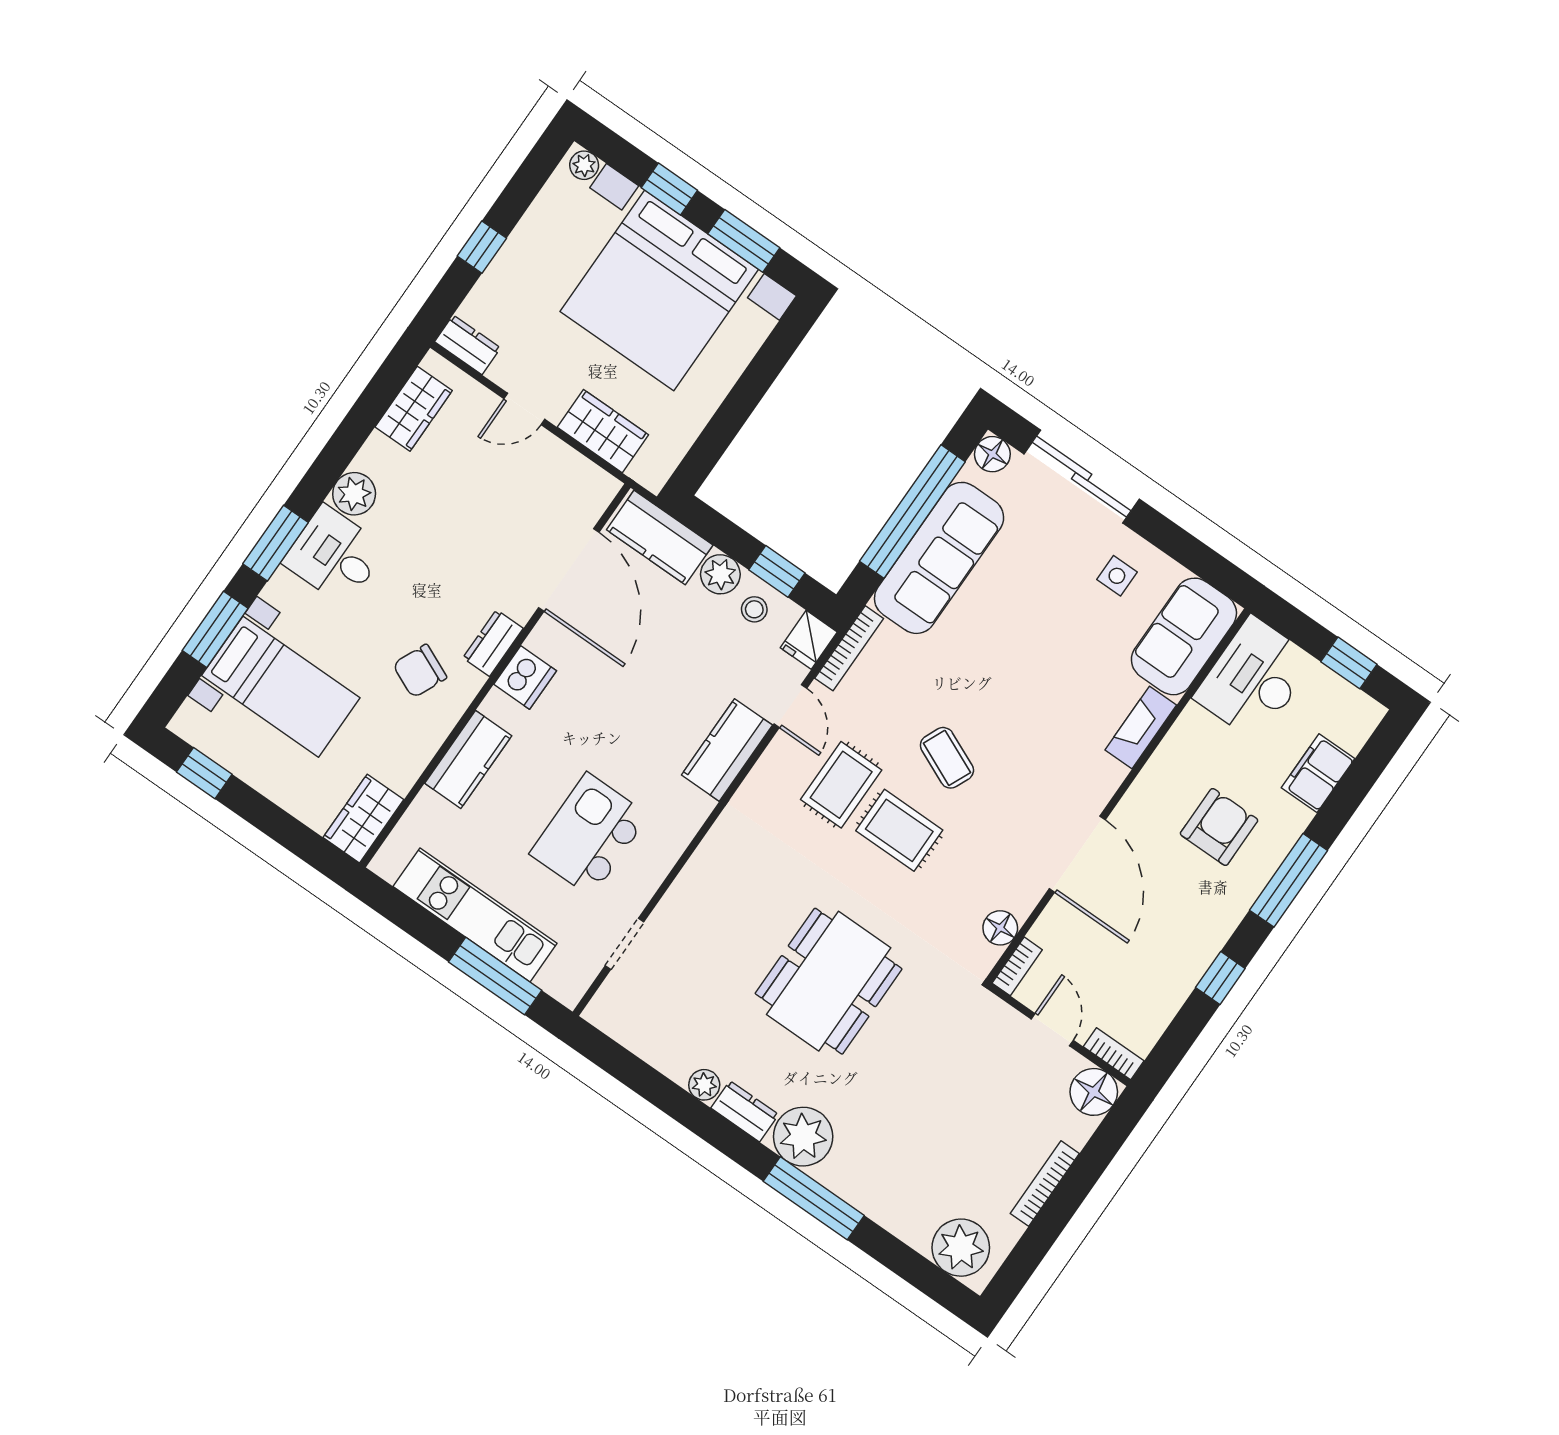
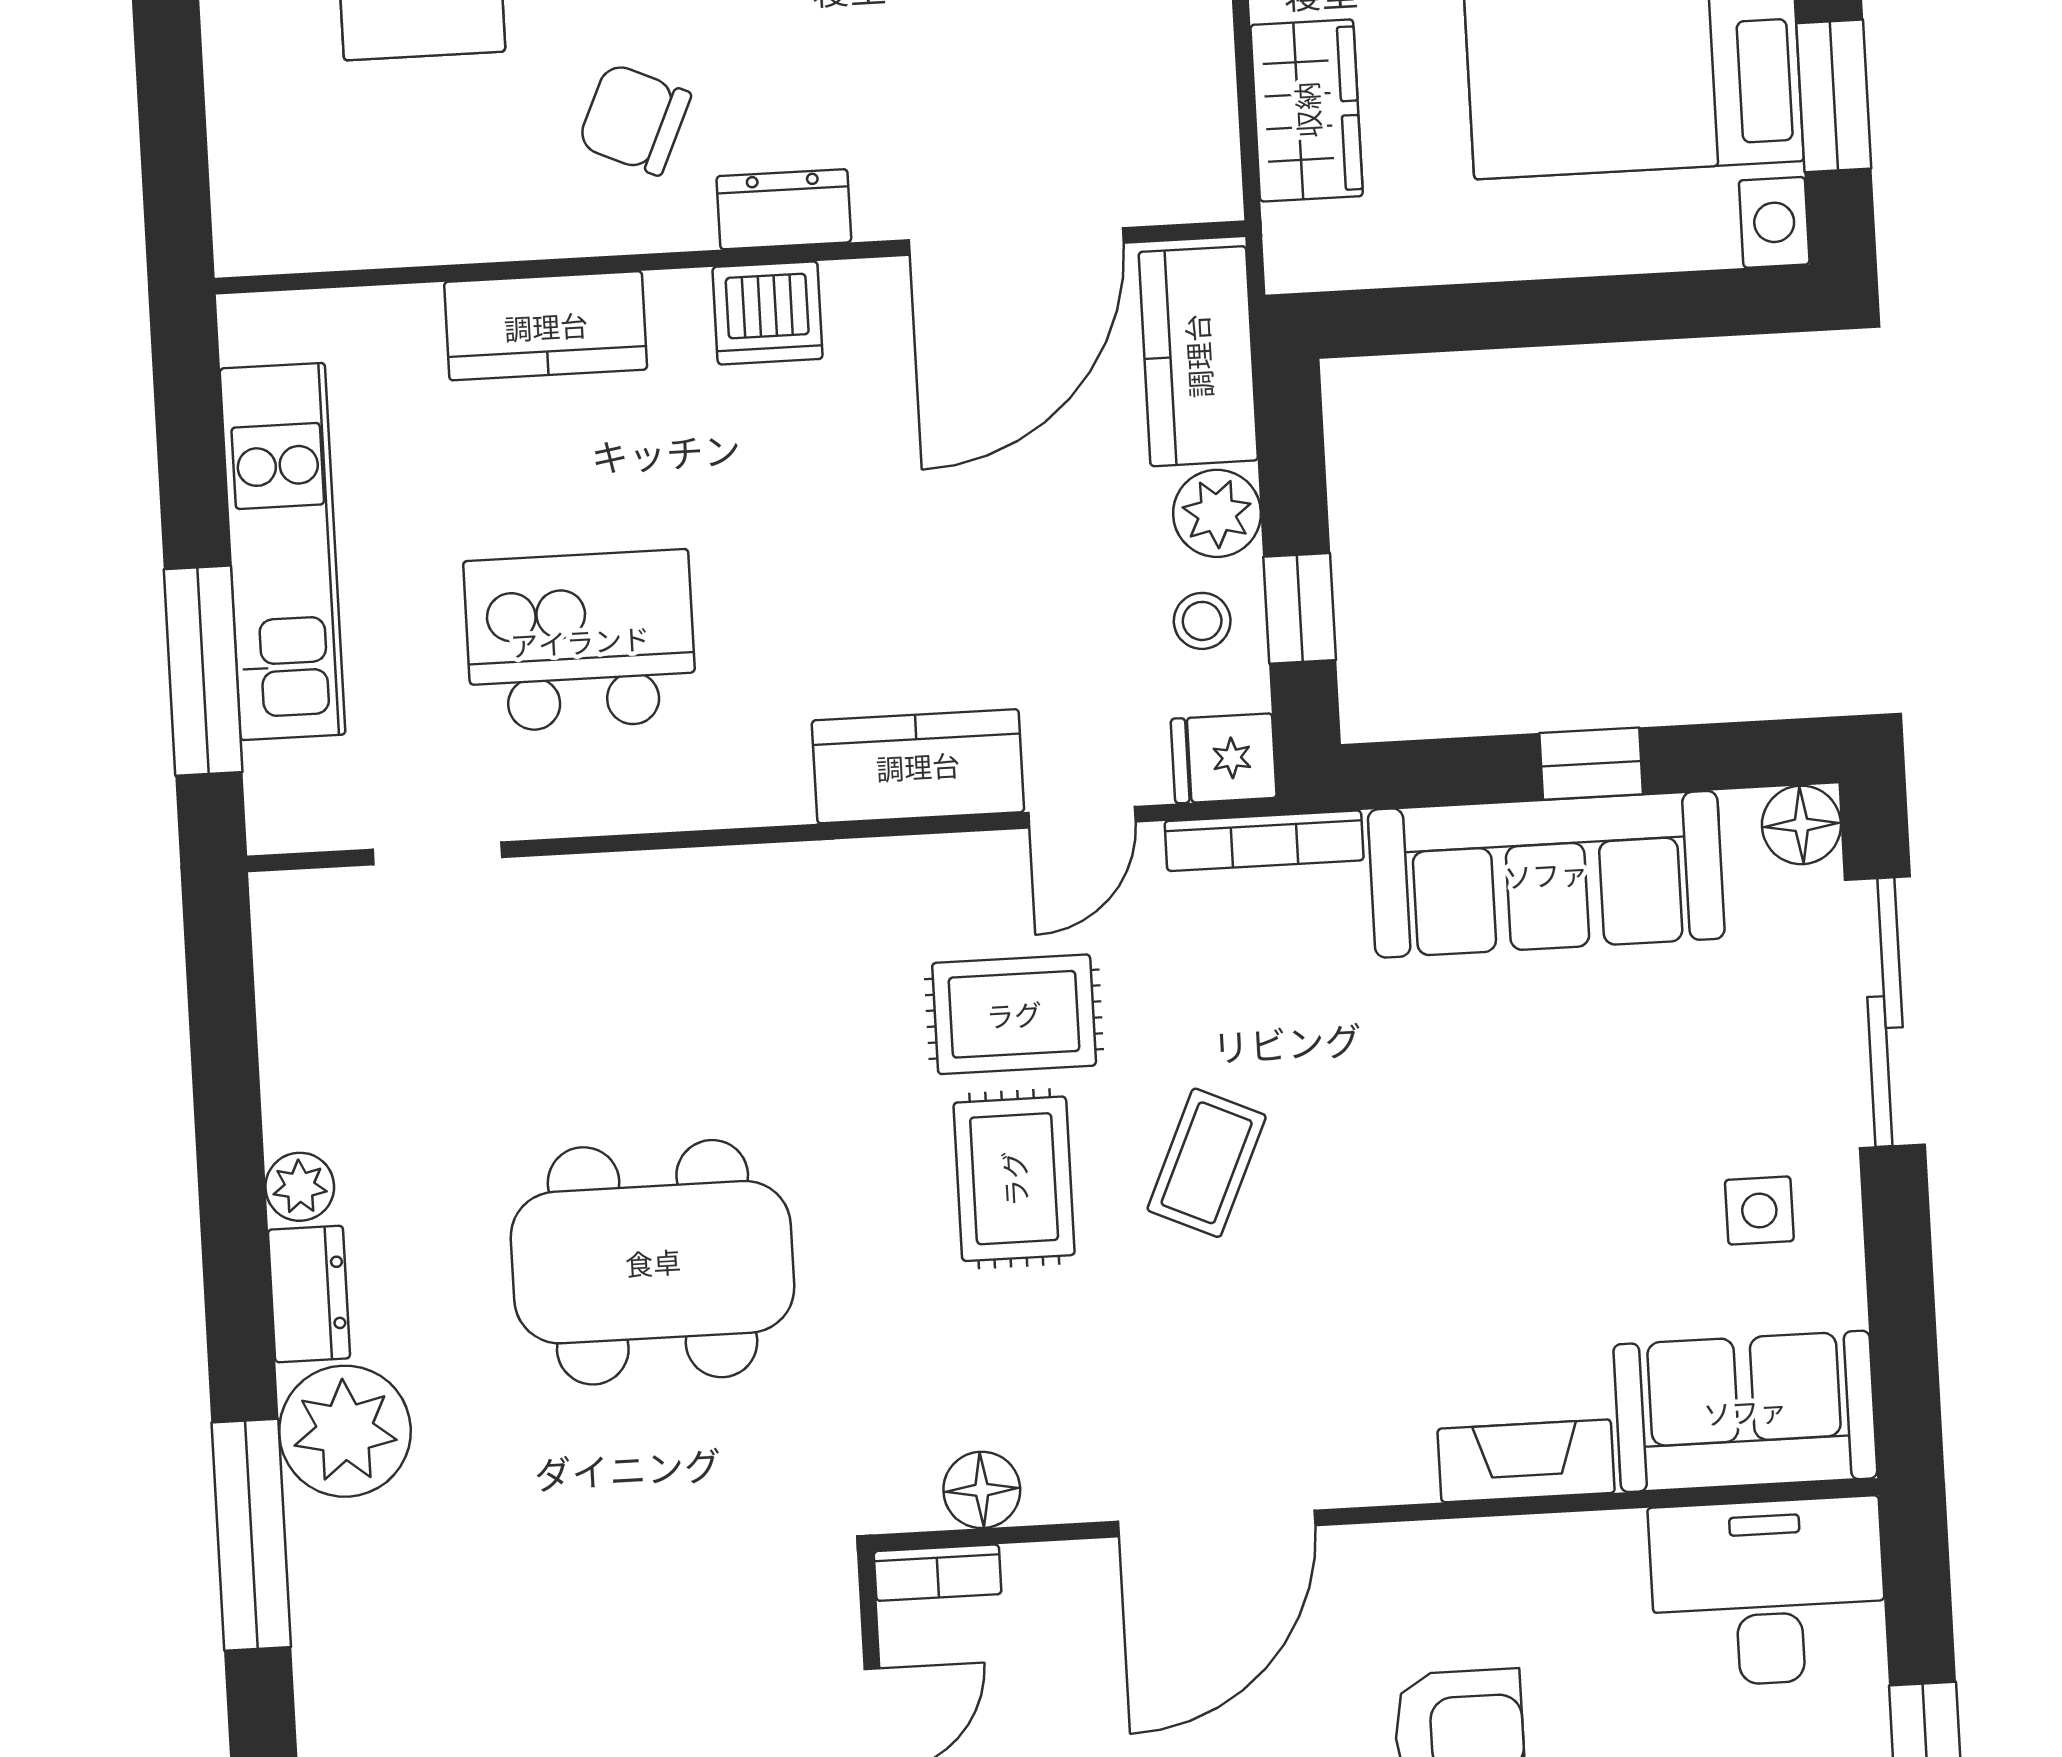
window: (912, 511) -> (1591, 764), width x0.32
wardrobe: (363, 819) -> (298, 223), removed

